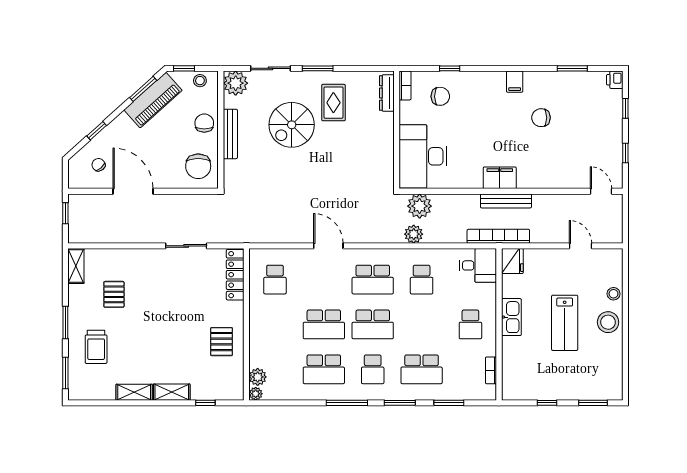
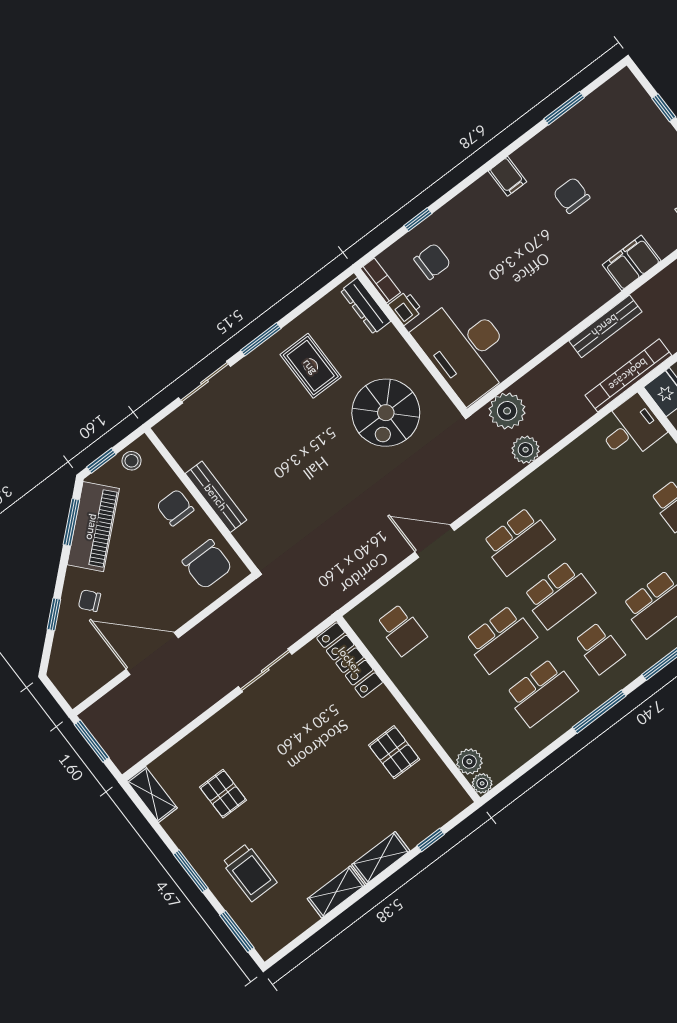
printer: (615, 80) -> (405, 308), moved, turned 180
plant: (236, 83) -> (176, 431), removed
chair: (541, 118) -> (572, 195), turned 90
spiral stairs: (292, 125) -> (386, 413), moved
chair: (98, 165) -> (89, 601), moved
filing cabinet: (500, 178) -> (632, 263), moved
window: (65, 213) -> (92, 741), width x1.50
school desk: (422, 280) -> (576, 497), removed

